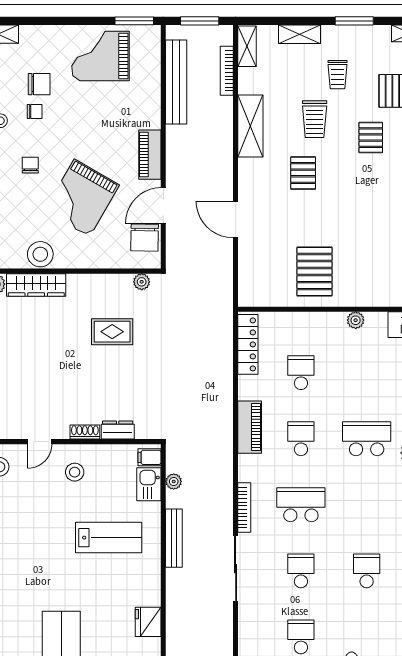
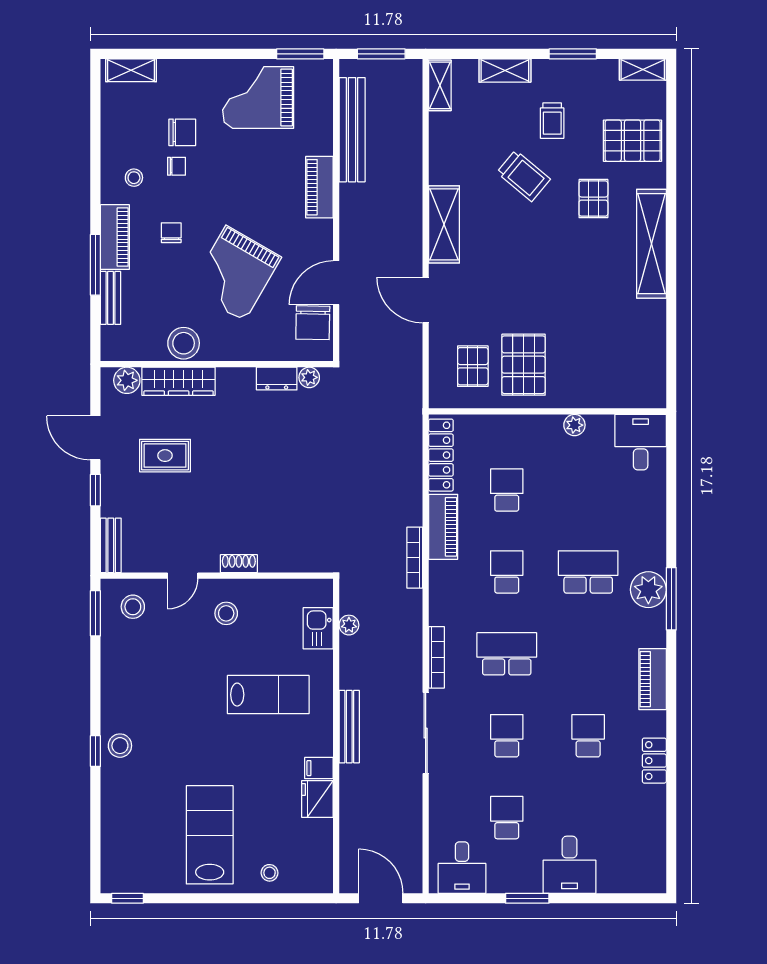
bookcase: (227, 71) -> (415, 558), moved
trolley: (315, 119) -> (524, 176), turned -50
shelving: (250, 126) -> (444, 224), moved
piano: (150, 155) -> (319, 187), moved
pallet: (303, 173) -> (473, 366), moved
rug: (112, 332) -> (165, 456), moved
piano: (250, 427) -> (443, 527), moved
dresser: (118, 430) -> (277, 379), moved, turned 180
filing cabinet: (149, 457) -> (319, 768), moved
bench: (174, 538) -> (349, 727), moved

